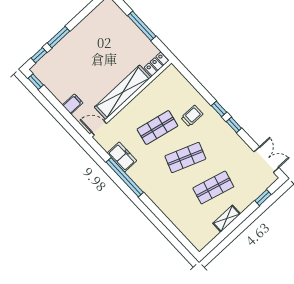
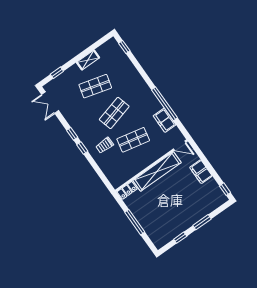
window: (39, 55) -> (180, 238), moved
filing cabinet: (73, 104) -> (201, 172), width x2.00
shop shelf: (185, 157) -> (114, 113), turned -36
window: (184, 241) -> (124, 47), added

